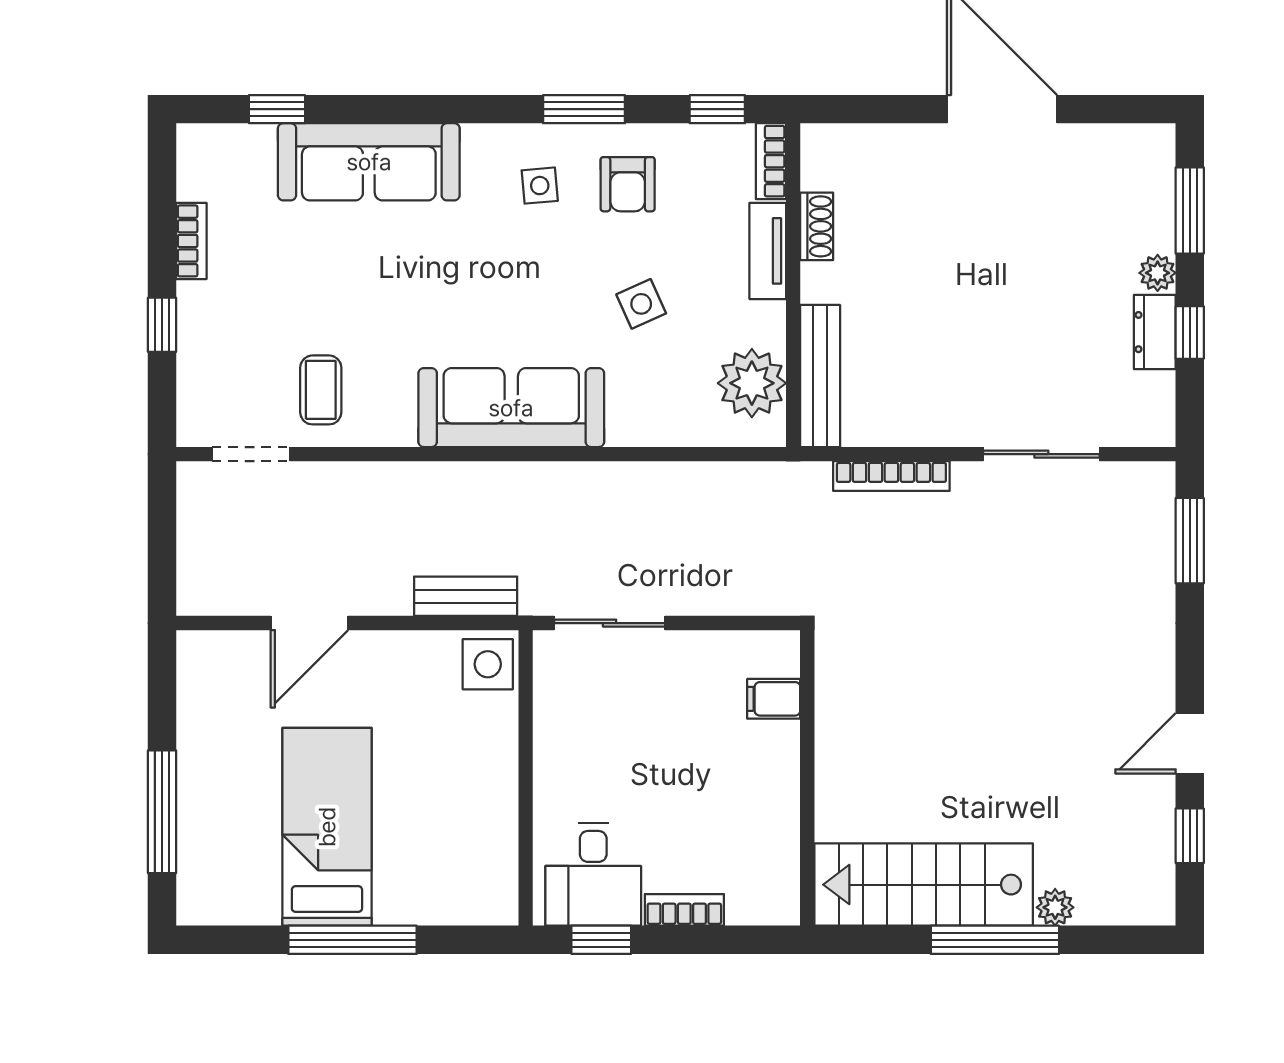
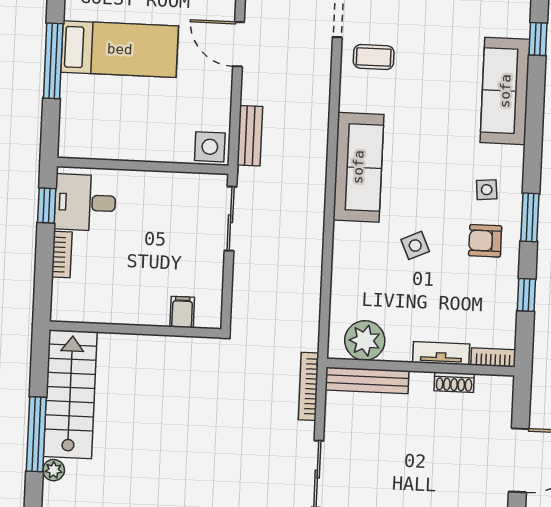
bookcase: (771, 161) -> (493, 357), moved
shoe rack: (817, 226) -> (454, 382), moved
tv unit: (768, 251) -> (441, 353), moved
wall: (793, 285) -> (421, 367), moved
bench: (820, 376) -> (367, 380), moved
plant: (752, 383) -> (365, 341), moved

